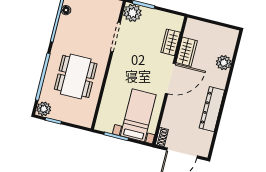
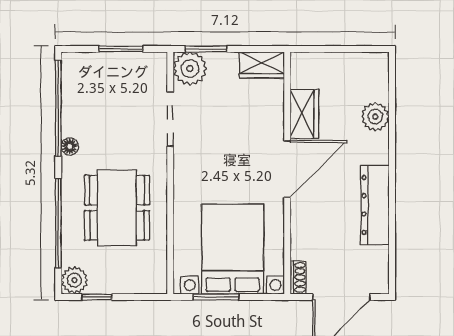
floor lamp: (66, 10) -> (70, 147), moved
wardrobe: (171, 42) -> (262, 65), moved, turned -90
bed with nightstands: (138, 115) -> (233, 249), width x1.36

